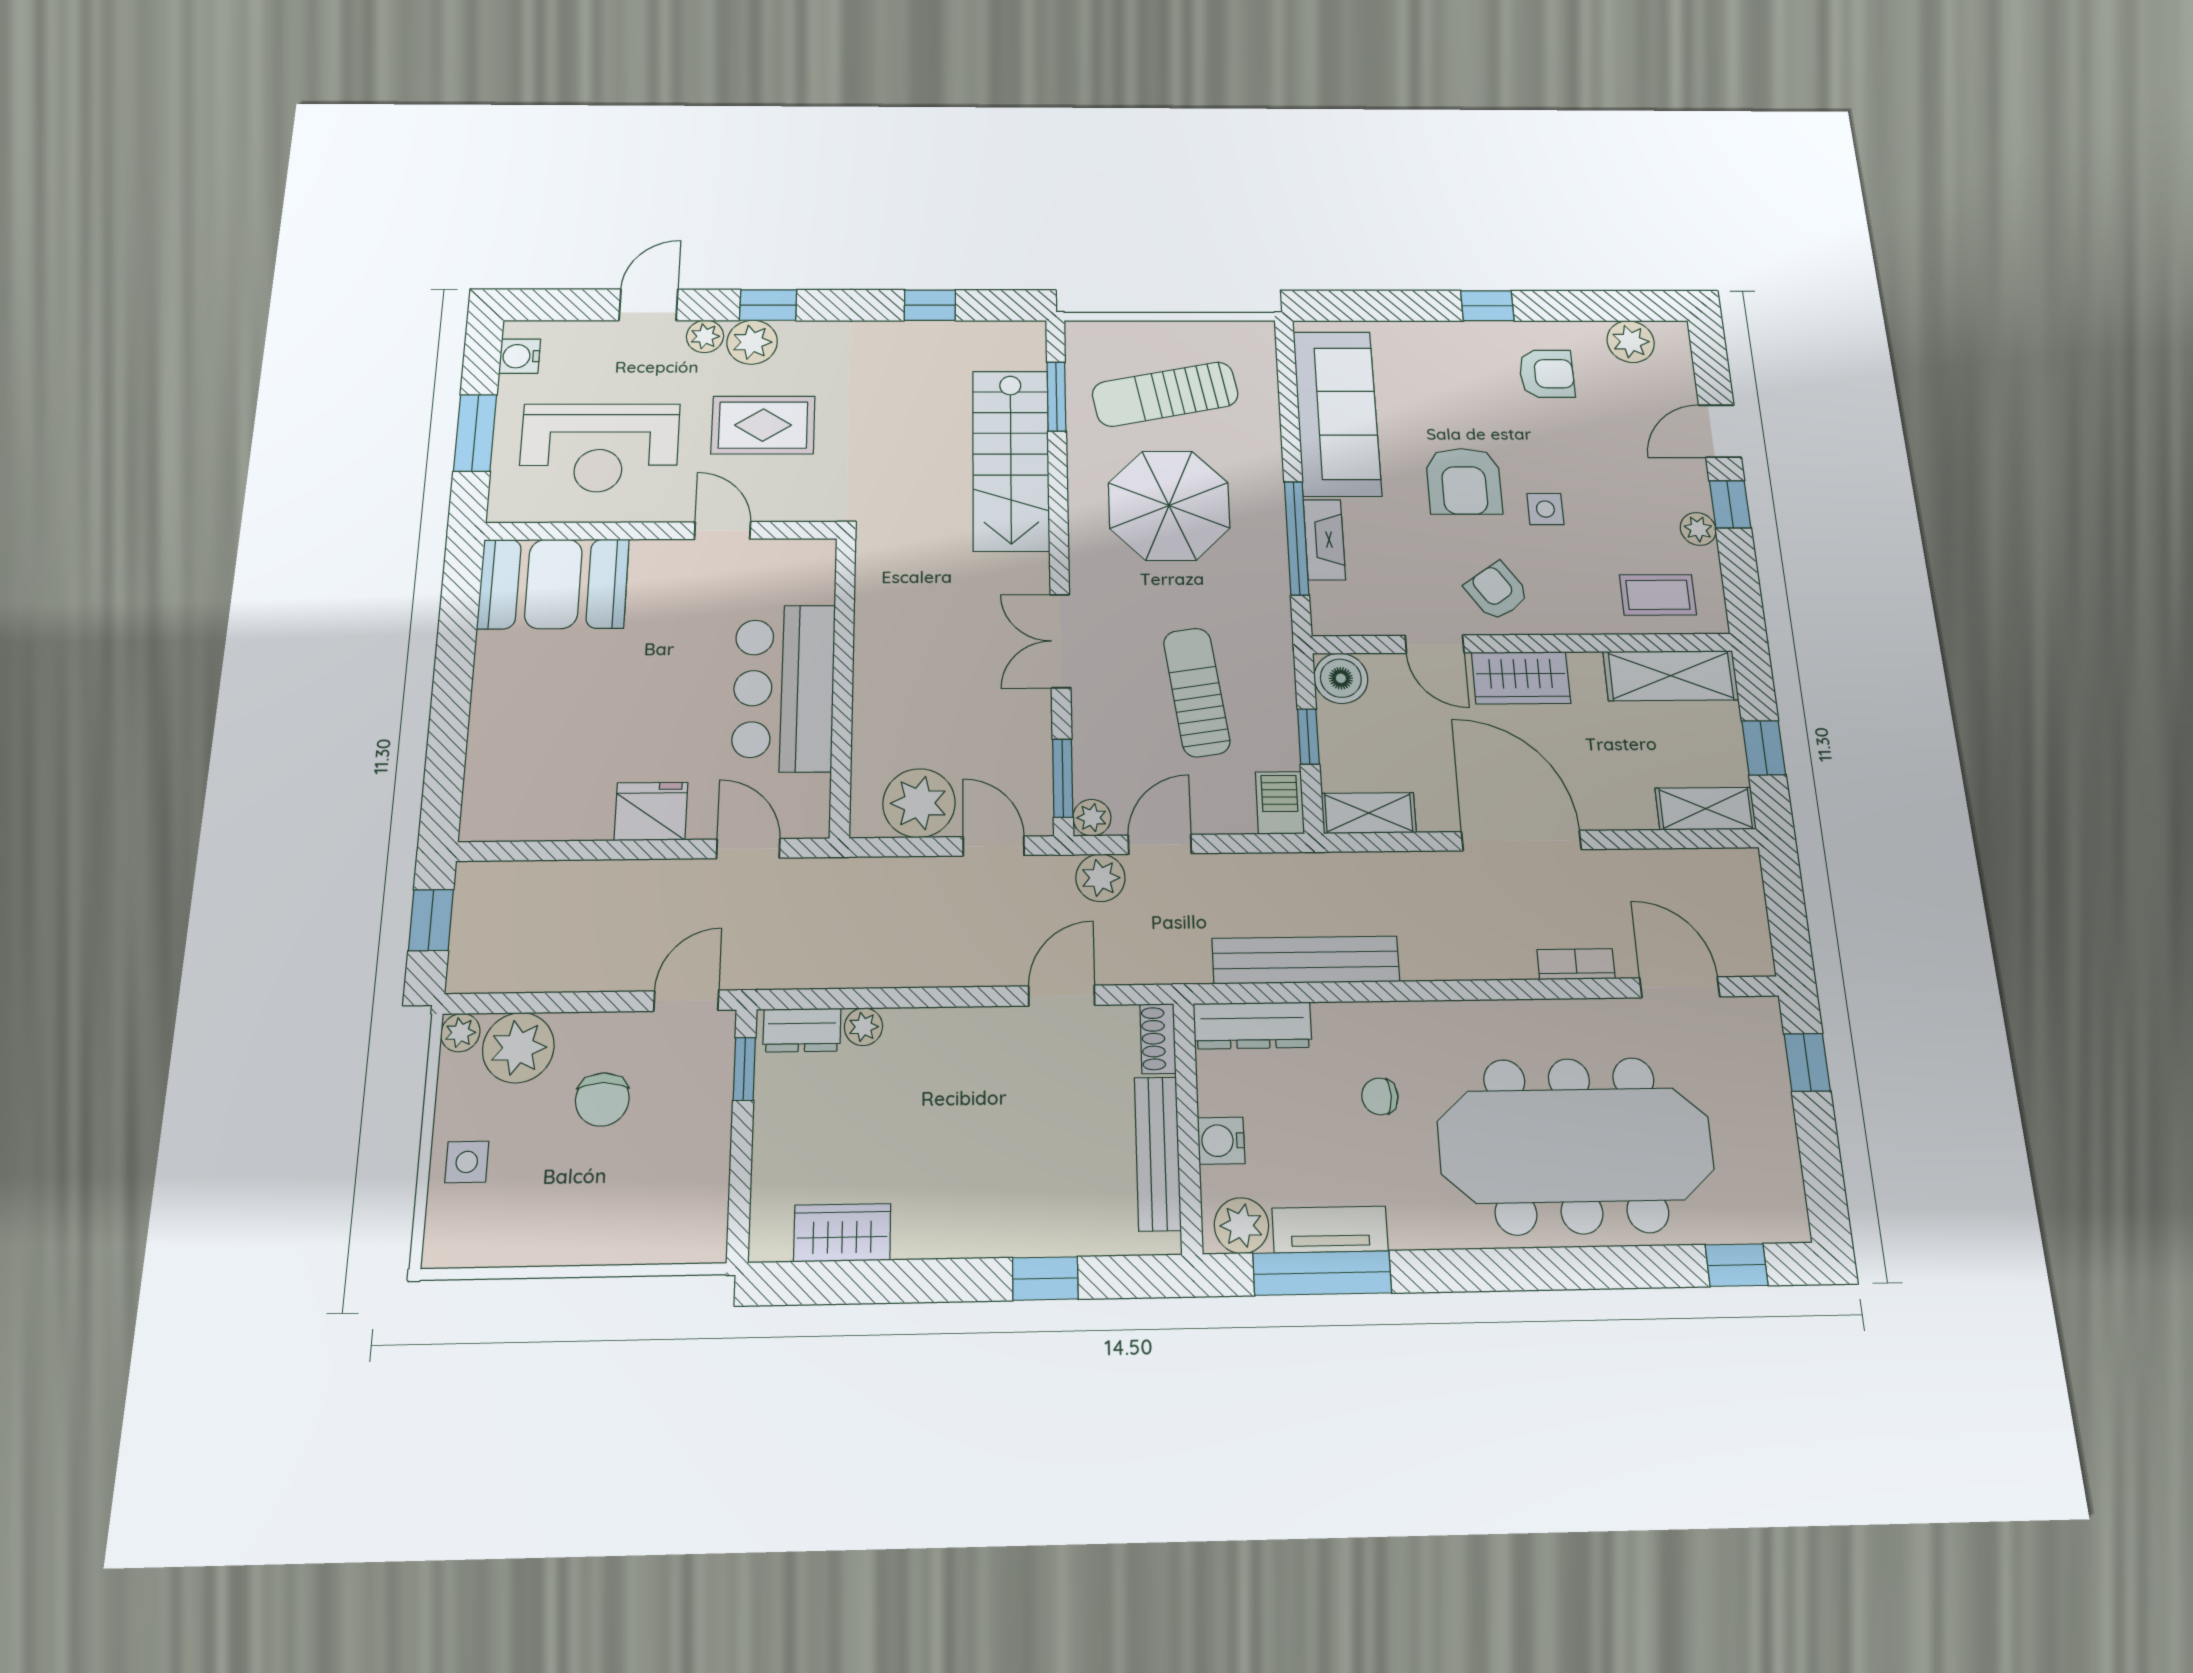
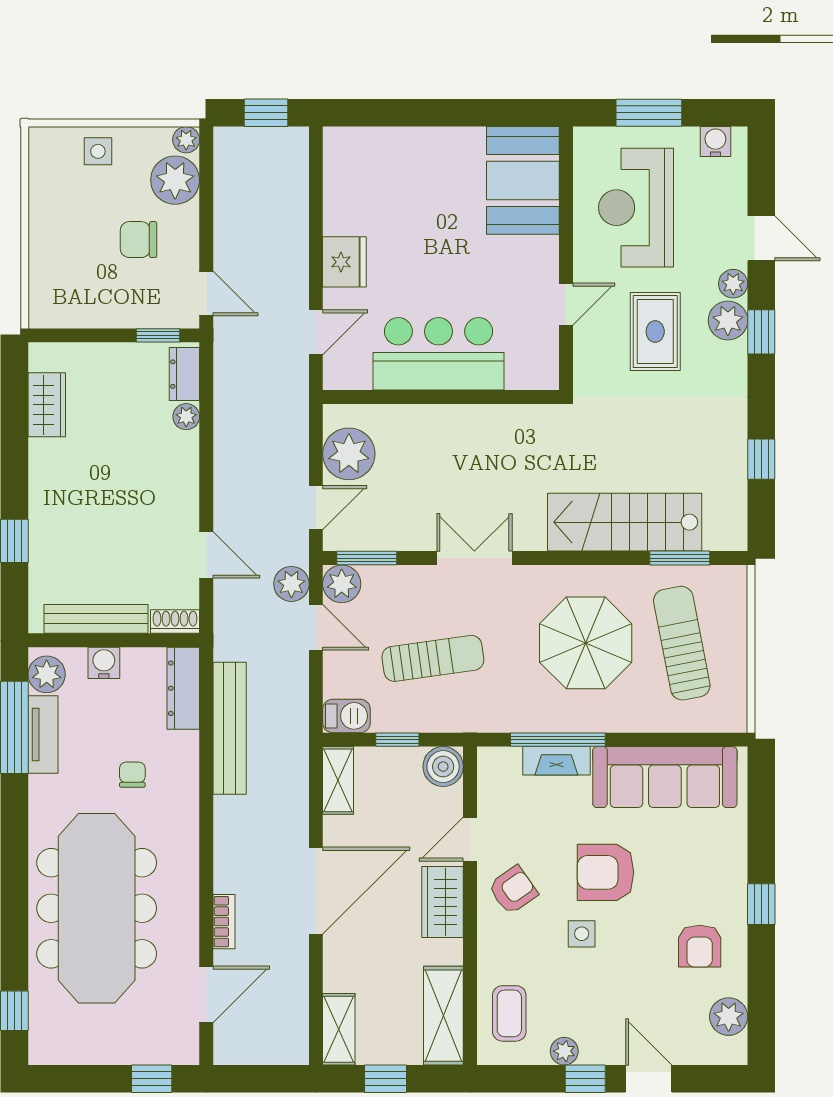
plant: (1092, 818) -> (342, 584), width x1.38, depth x1.38

